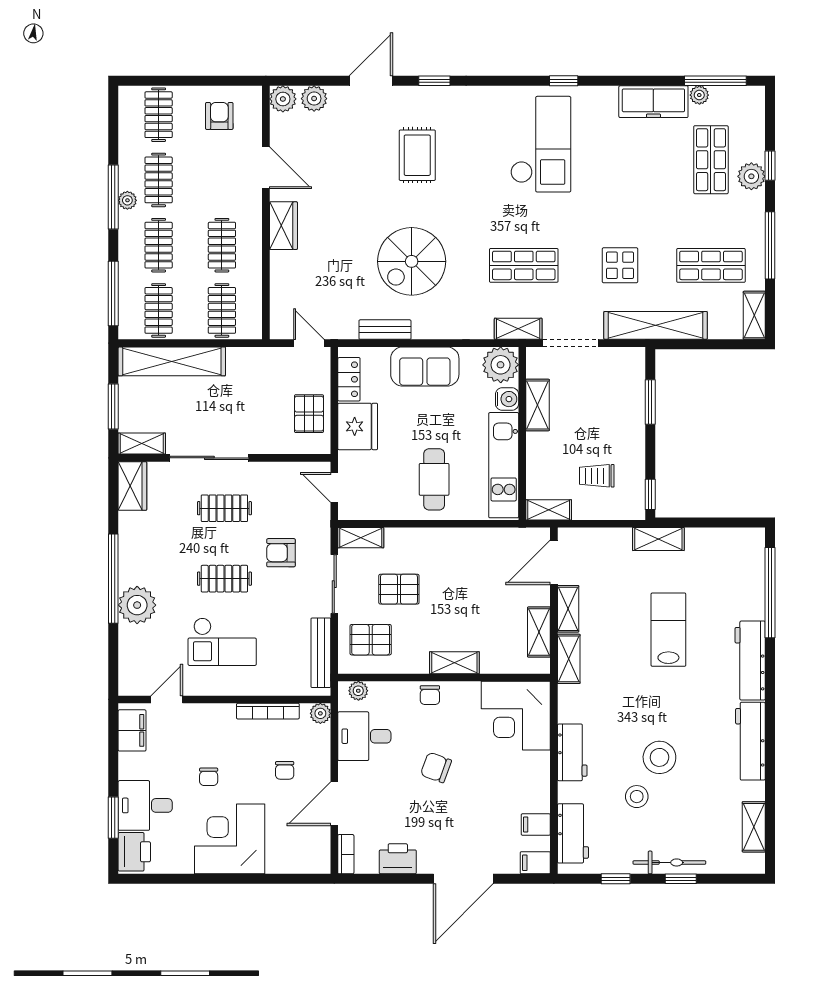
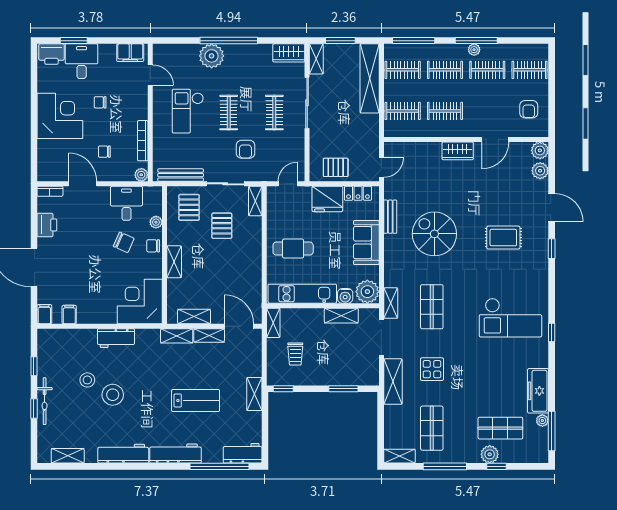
armchair: (219, 116) -> (529, 109), turned 90
shelving: (656, 325) -> (393, 382), width x0.68
trolley: (597, 476) -> (295, 354), turned 180
armchair: (281, 553) -> (245, 149), turned 180
plant: (358, 691) -> (156, 222), moved
chair: (436, 768) -> (124, 242), moved, turned 94
workbench: (573, 833) -> (243, 453), moved, turned 180

